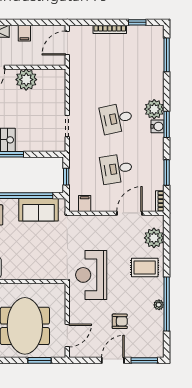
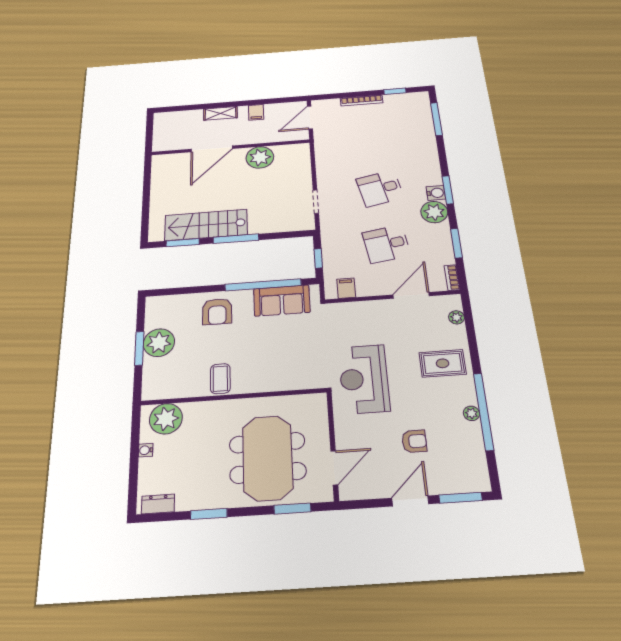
plant: (154, 109) -> (434, 212), moved
plant: (154, 238) -> (456, 317), width x0.53, depth x0.53

